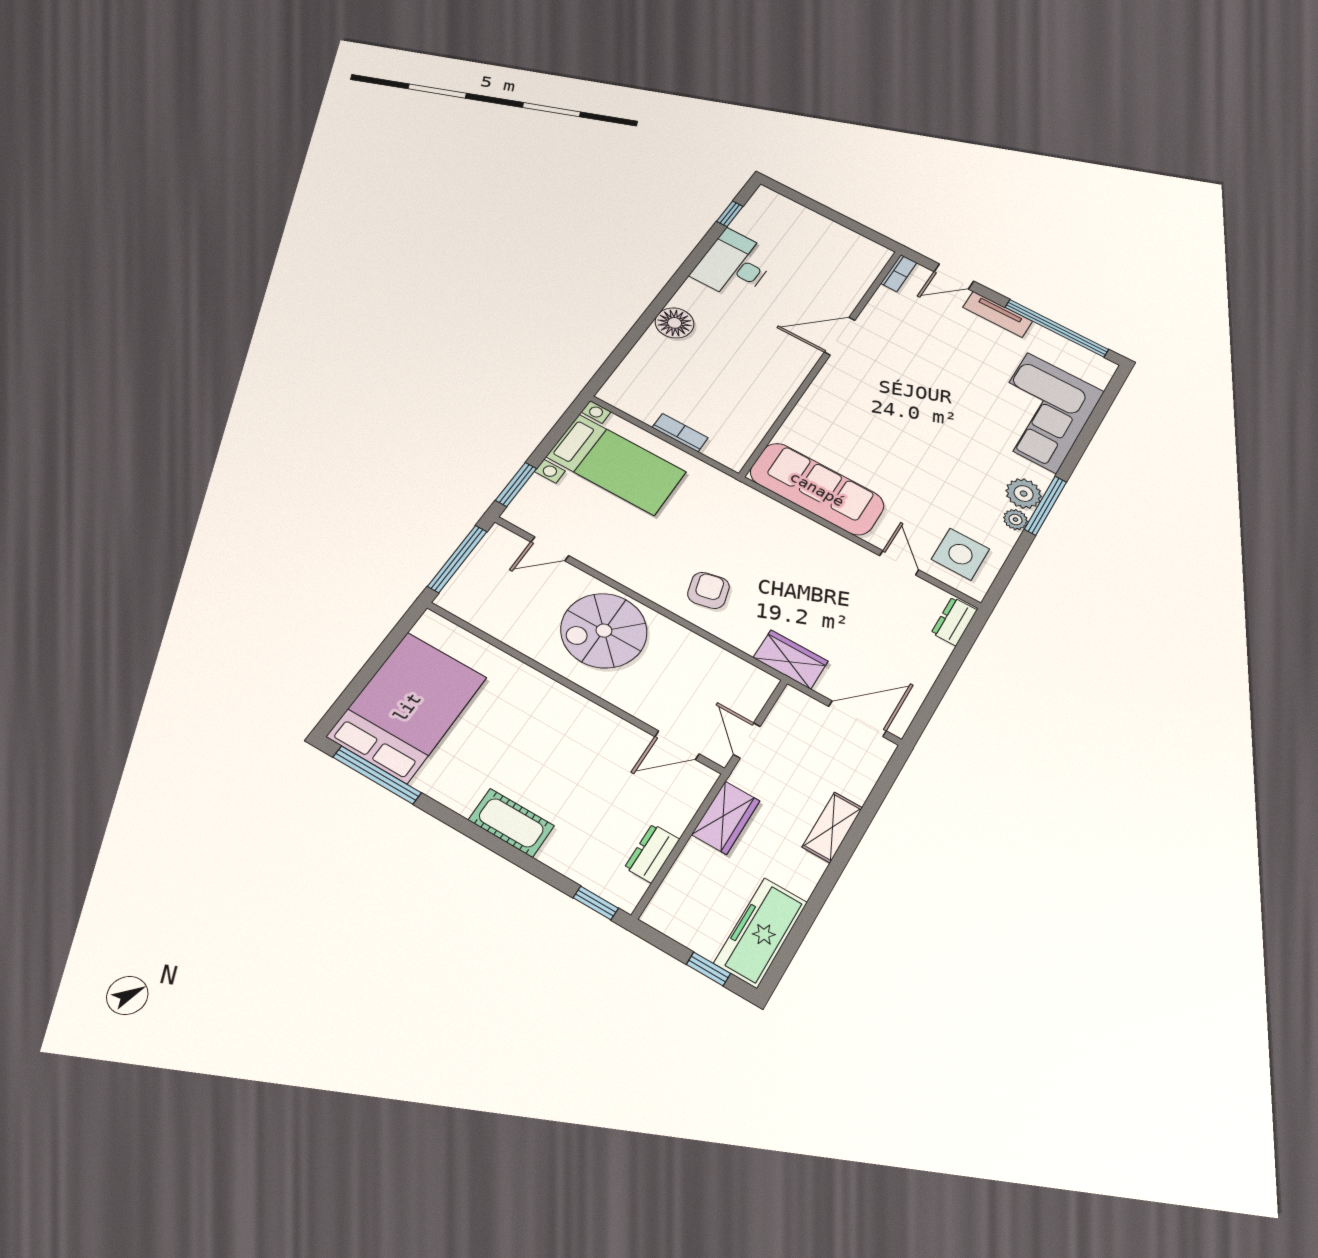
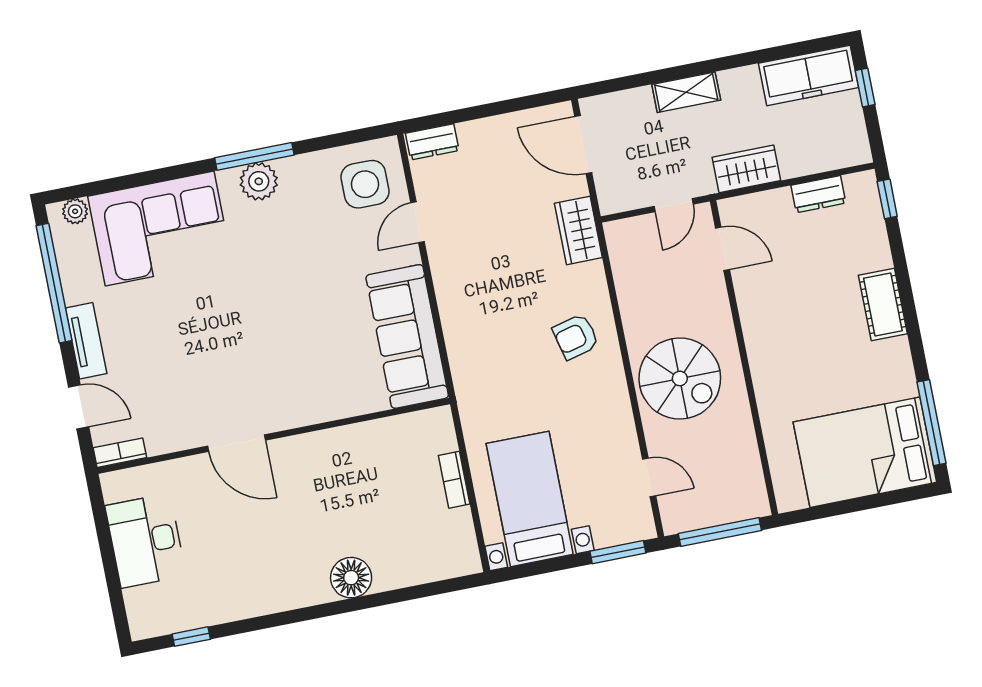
desk: (734, 265) -> (146, 541), moved, turned 90
plant: (1015, 520) -> (75, 211), moved

